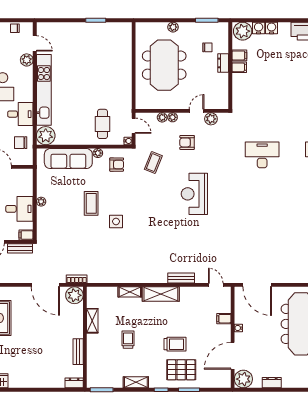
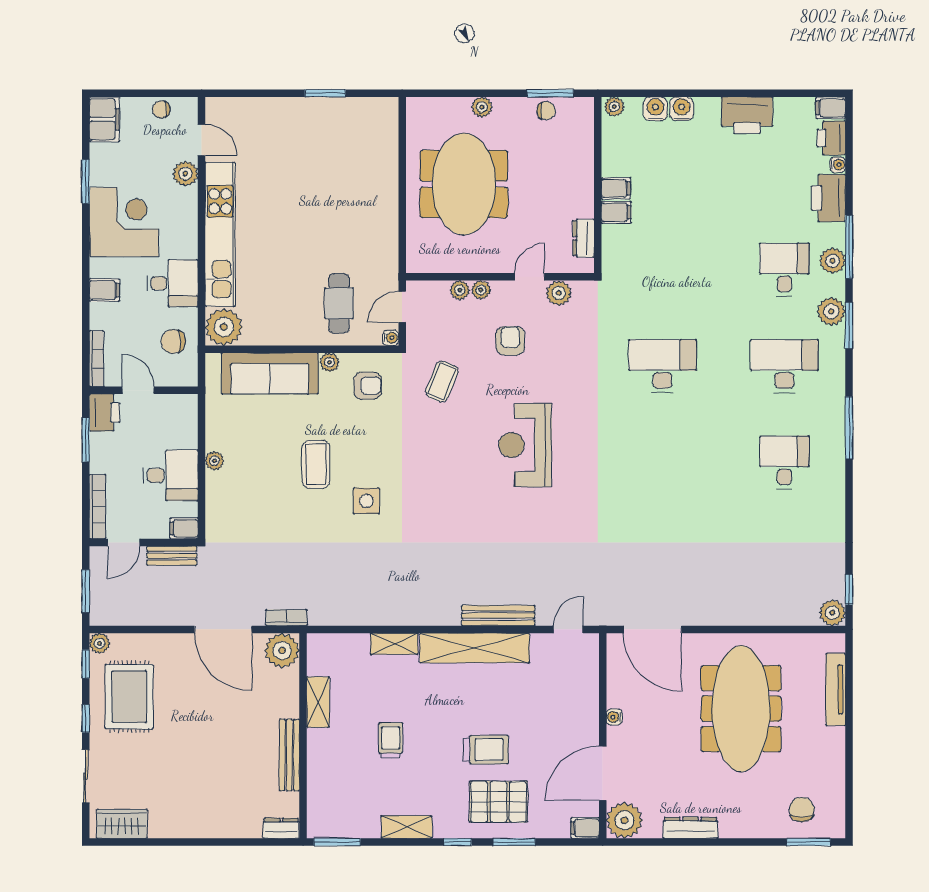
plant: (243, 31) -> (614, 107), width x0.53, depth x0.53
chair: (207, 47) -> (546, 111), moved
filing cabinet: (239, 55) -> (616, 212), moved
dresser: (223, 63) -> (583, 238), moved
door: (134, 126) -> (402, 307), swing flipped
armchair: (187, 142) -> (510, 341), turned 90
bench: (181, 278) -> (498, 616), width x1.36
door: (216, 285) -> (568, 629), hinge flipped
shelving: (161, 294) -> (475, 648), width x1.47
filing cabinet: (224, 319) -> (585, 828), moved
bench: (78, 352) -> (289, 755), width x1.36
dresser: (272, 383) -> (690, 828), width x1.44

